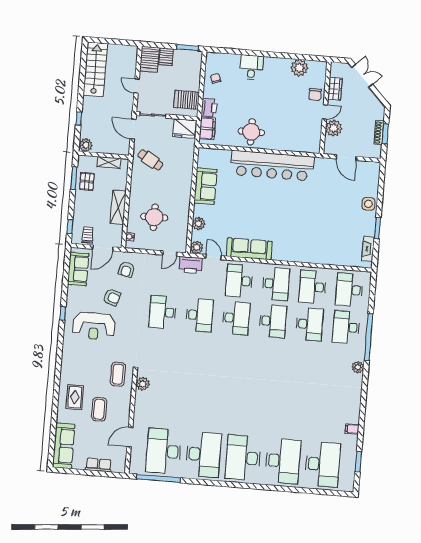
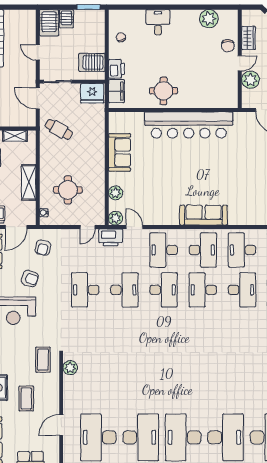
sofa: (249, 249) -> (204, 215), moved
desk: (273, 321) -> (203, 290), turned 180

